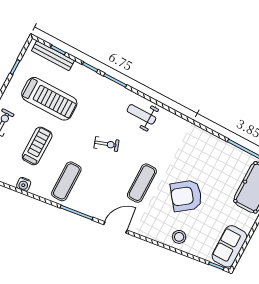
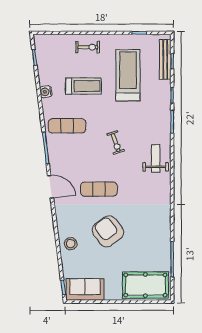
treadmill: (49, 99) -> (128, 75), turned 180

